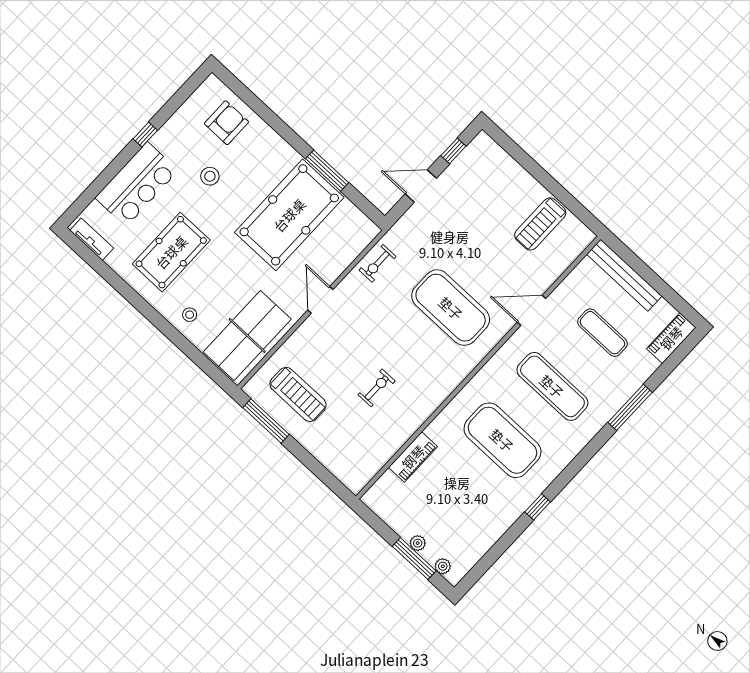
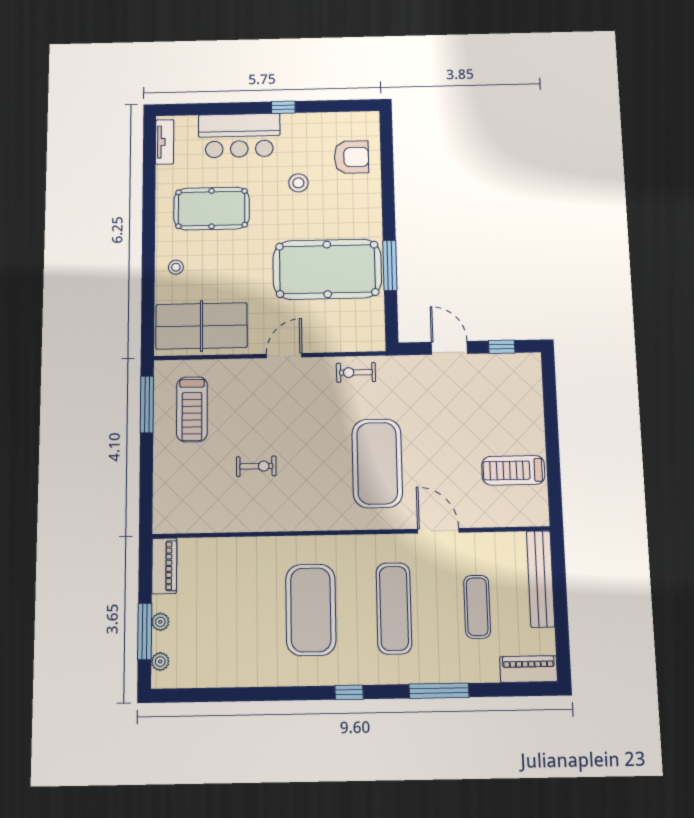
piano: (413, 457) -> (164, 566), moved, turned -90
window: (538, 507) -> (349, 692), moved

